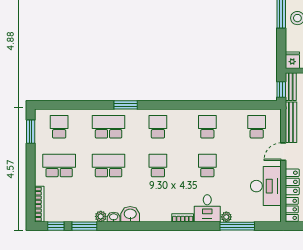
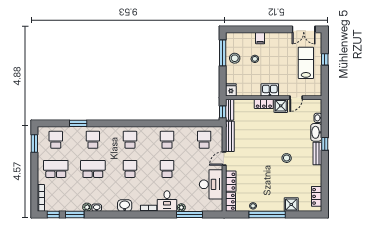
window: (126, 105) -> (78, 123), moved
school desk: (109, 127) -> (93, 140), width x0.54
washbasin: (130, 214) -> (125, 206), moved

